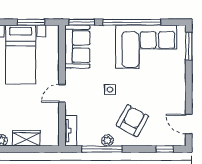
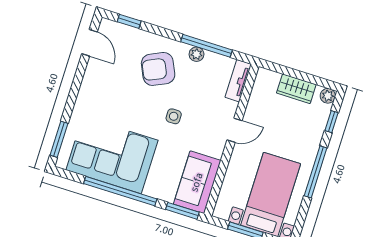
armchair: (132, 121) -> (158, 69), turned 36

